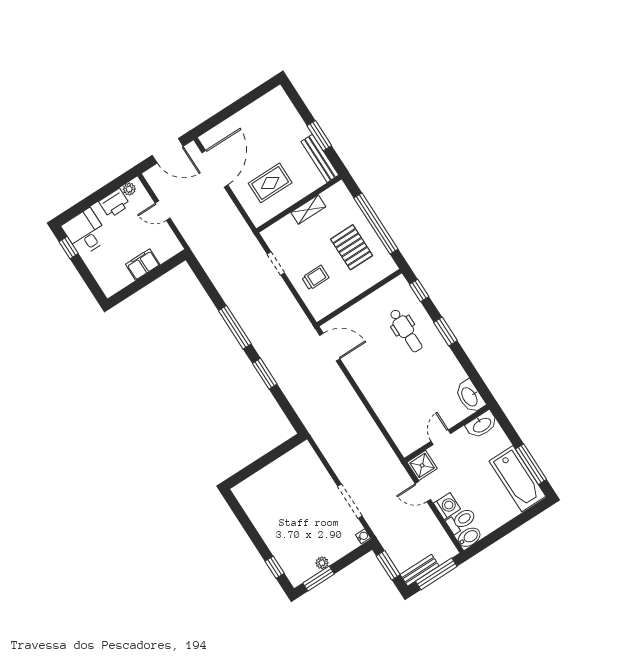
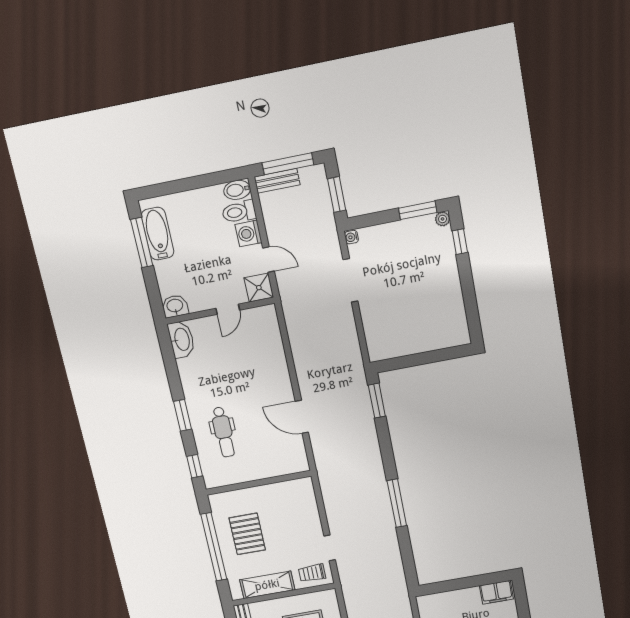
shelving: (308, 210) -> (267, 585), width x1.50, depth x1.33
filing cabinet: (143, 264) -> (496, 592), moved
trolley: (315, 278) -> (312, 573), moved
dental chair: (406, 331) -> (223, 432), turned 180
door: (330, 347) -> (302, 417), moved
window: (265, 374) -> (377, 401), moved
washbasin: (482, 425) -> (175, 306), width x0.72
bathtub: (517, 479) -> (158, 234), width x0.73, depth x0.73
plant: (322, 563) -> (443, 219), moved
bench: (420, 570) -> (277, 181), moved

